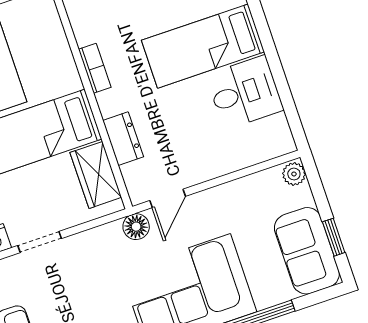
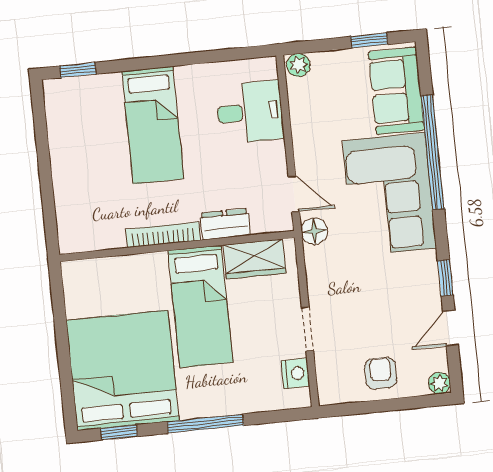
bookcase: (95, 68) -> (163, 235), width x1.56
desk: (245, 92) -> (250, 112), moved, turned 90
sofa: (307, 251) -> (396, 91), moved, turned 90

